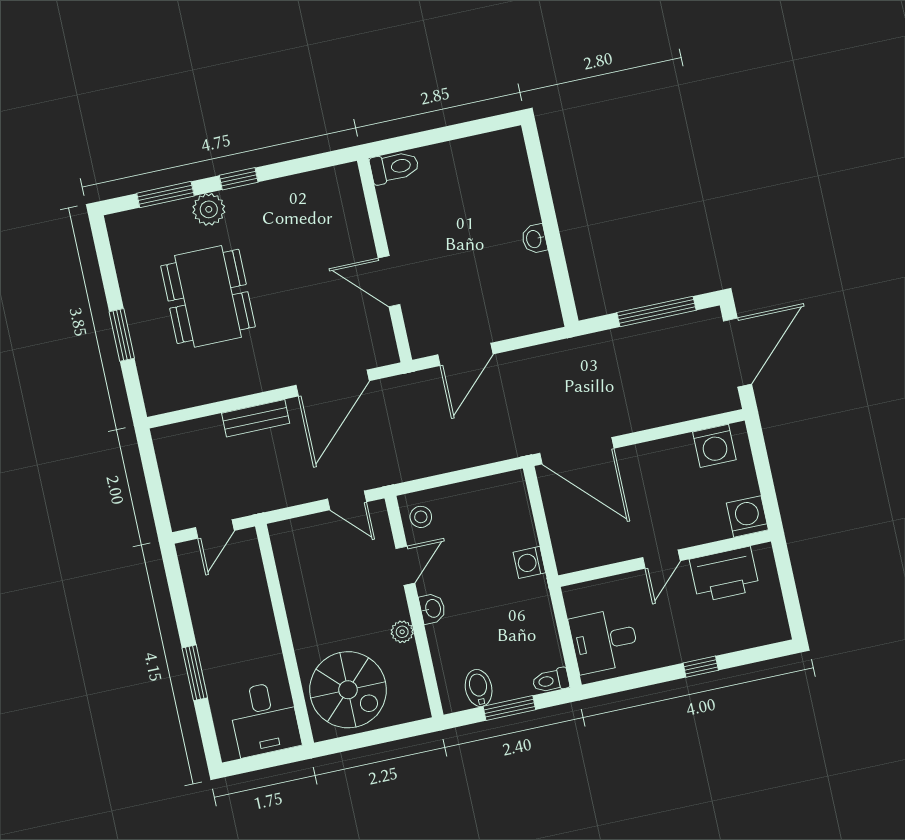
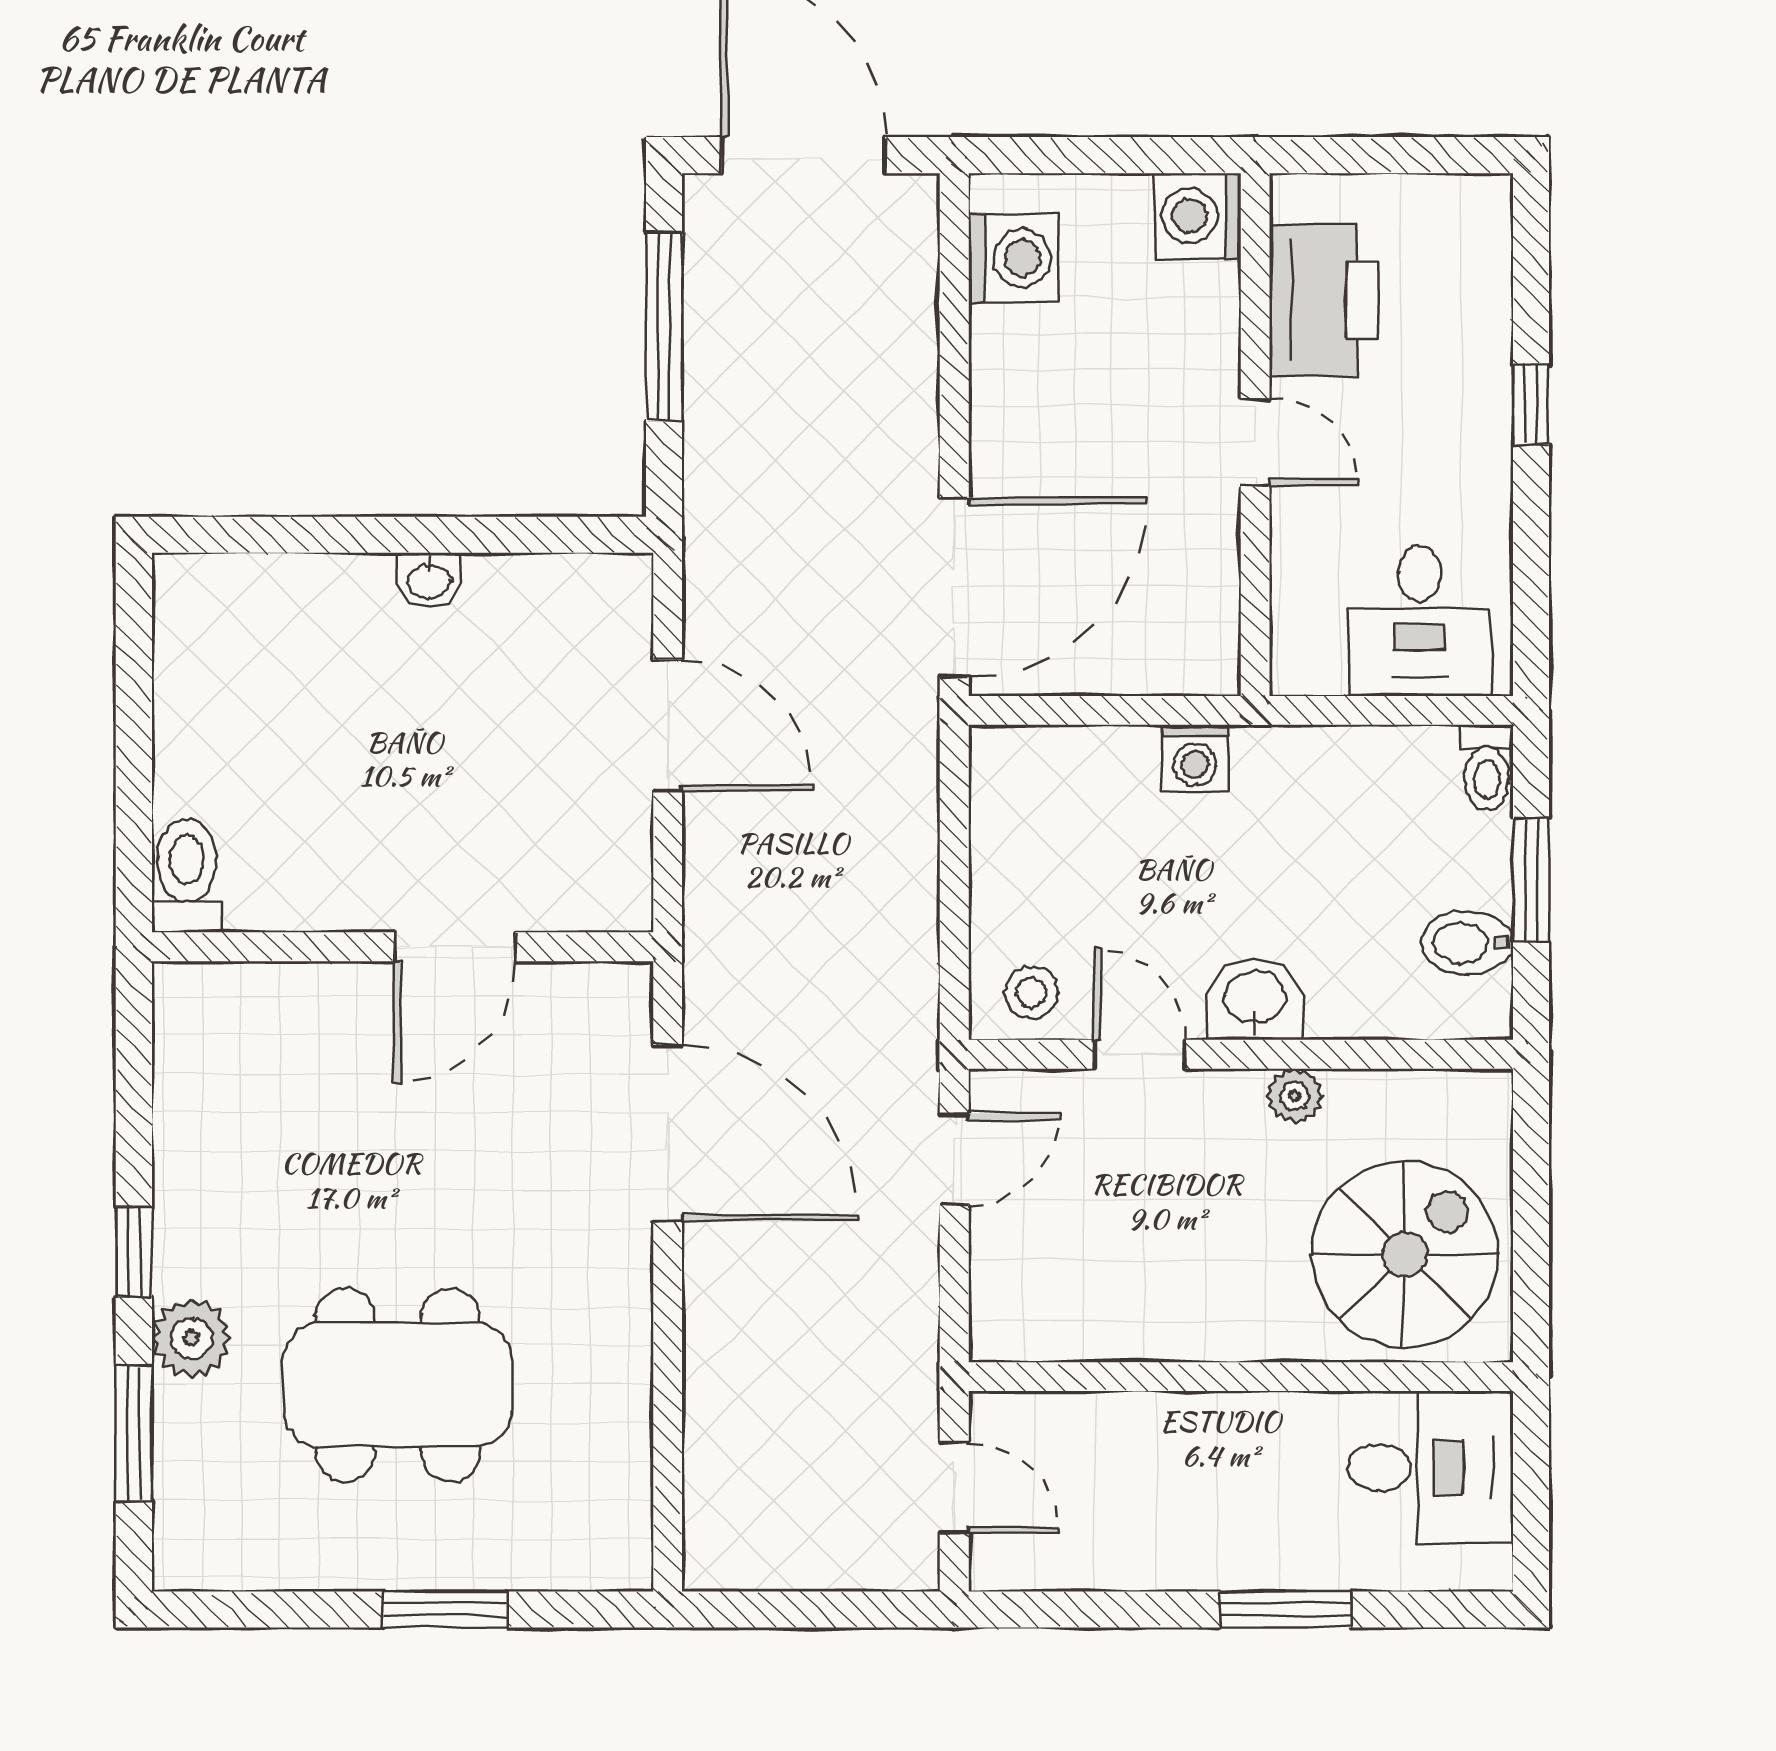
door: (465, 354) -> (668, 726), moved
bench: (256, 418) -> (712, 1334), removed
washbasin: (432, 609) -> (1255, 999), width x1.38, depth x1.45

